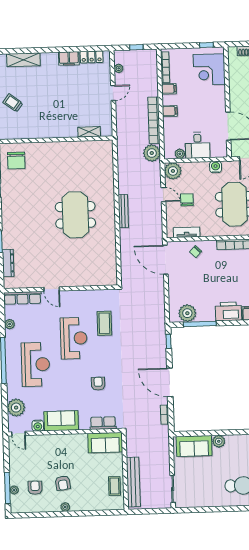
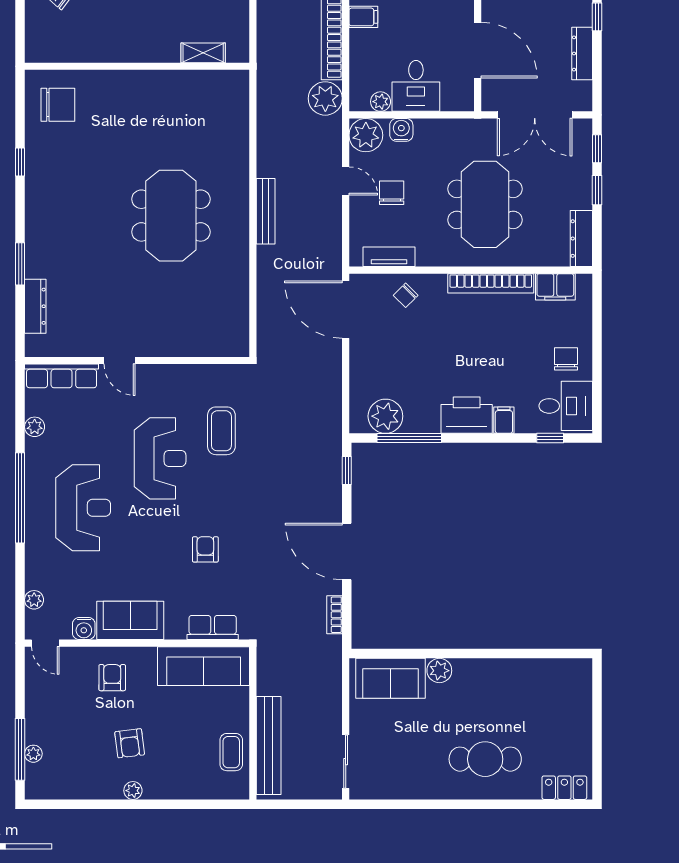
chair: (16, 160) -> (58, 105), turned -90
water cooler: (216, 167) -> (401, 130), moved
plant: (16, 408) -> (34, 600), width x0.53, depth x0.53
sofa: (105, 443) -> (204, 666), width x1.36
armchair: (35, 488) -> (112, 678), moved

